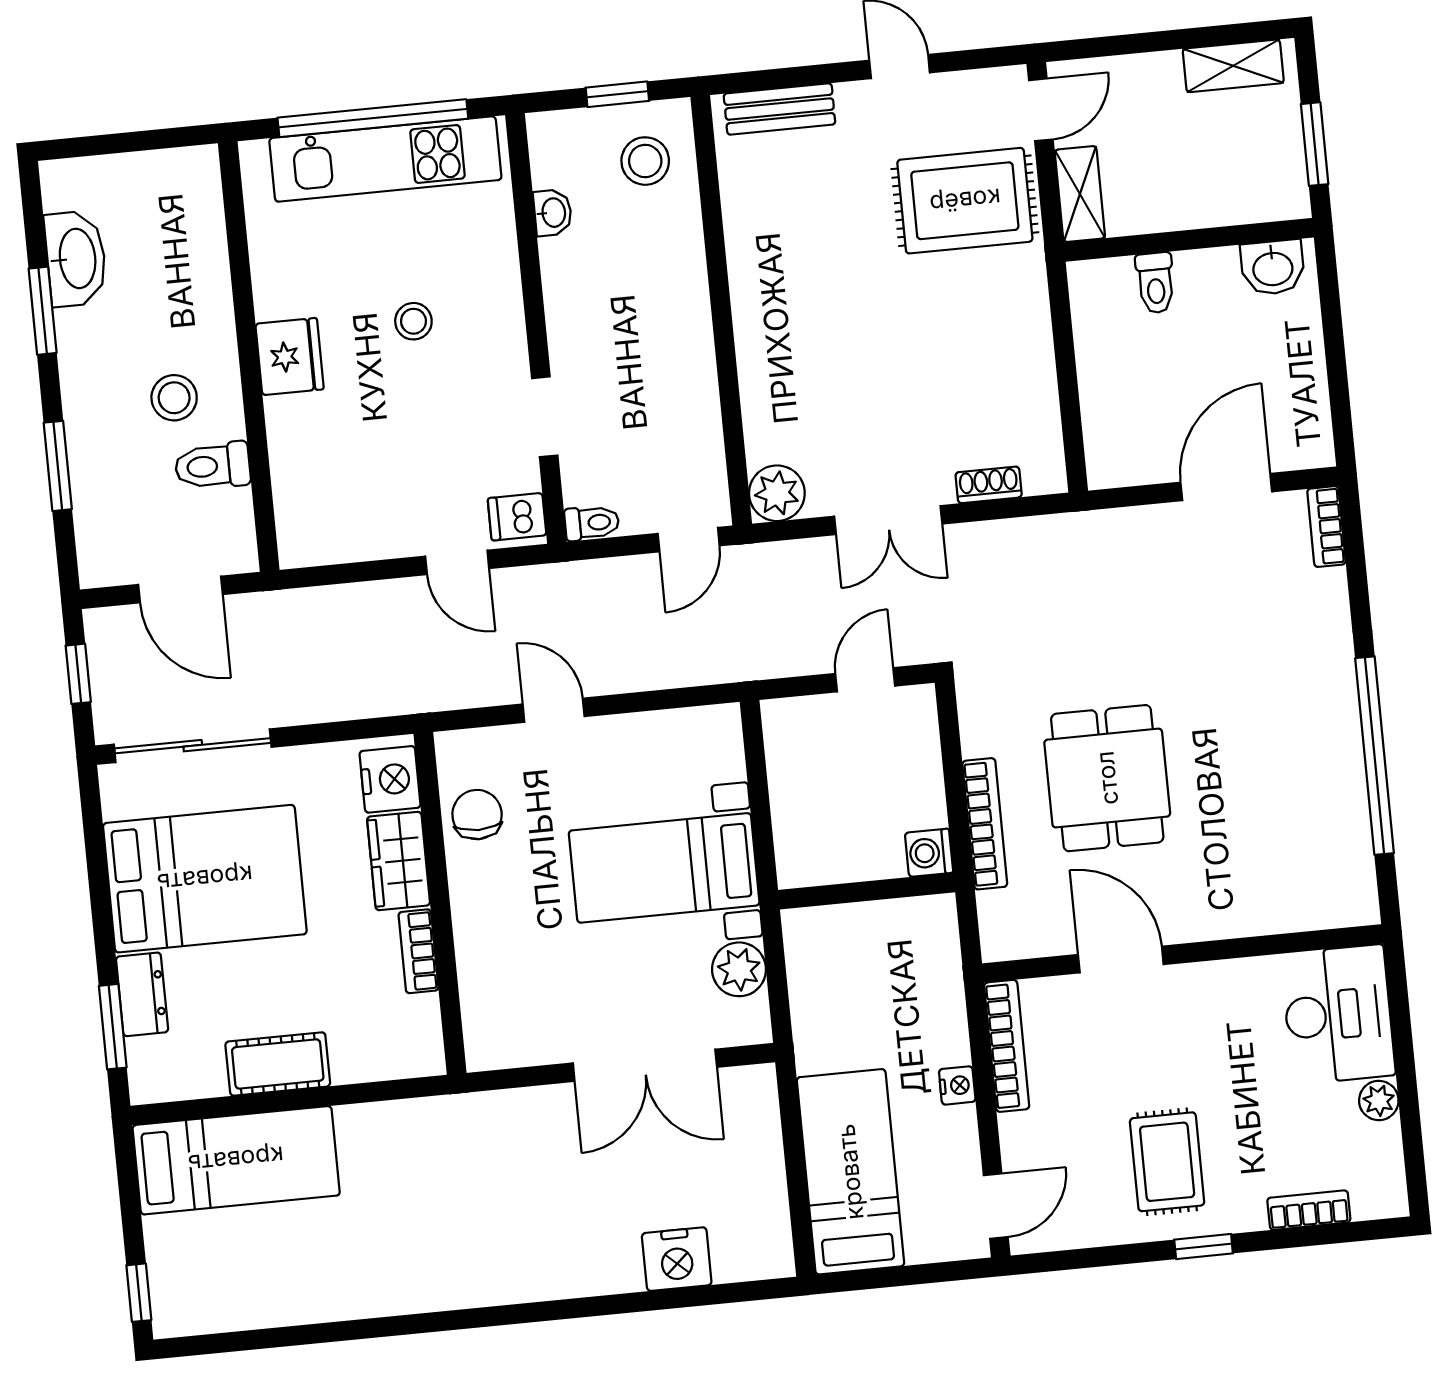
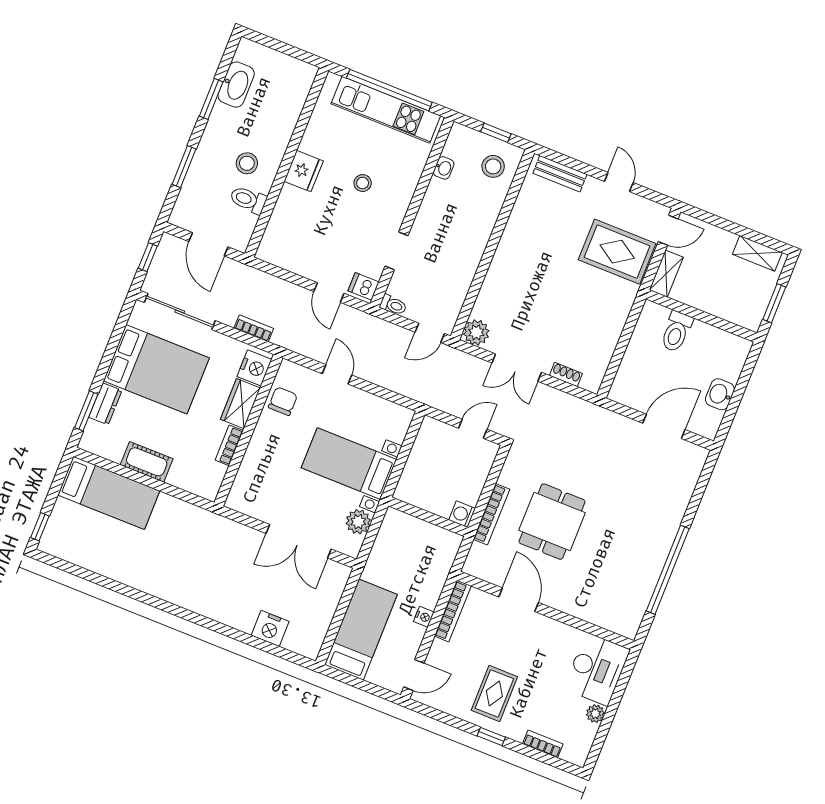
washbasin: (1273, 267) -> (720, 394), moved, turned 90
toilet: (1155, 283) -> (676, 332), width x1.37, depth x1.39
bookcase: (1326, 527) -> (254, 328), moved, turned 90

